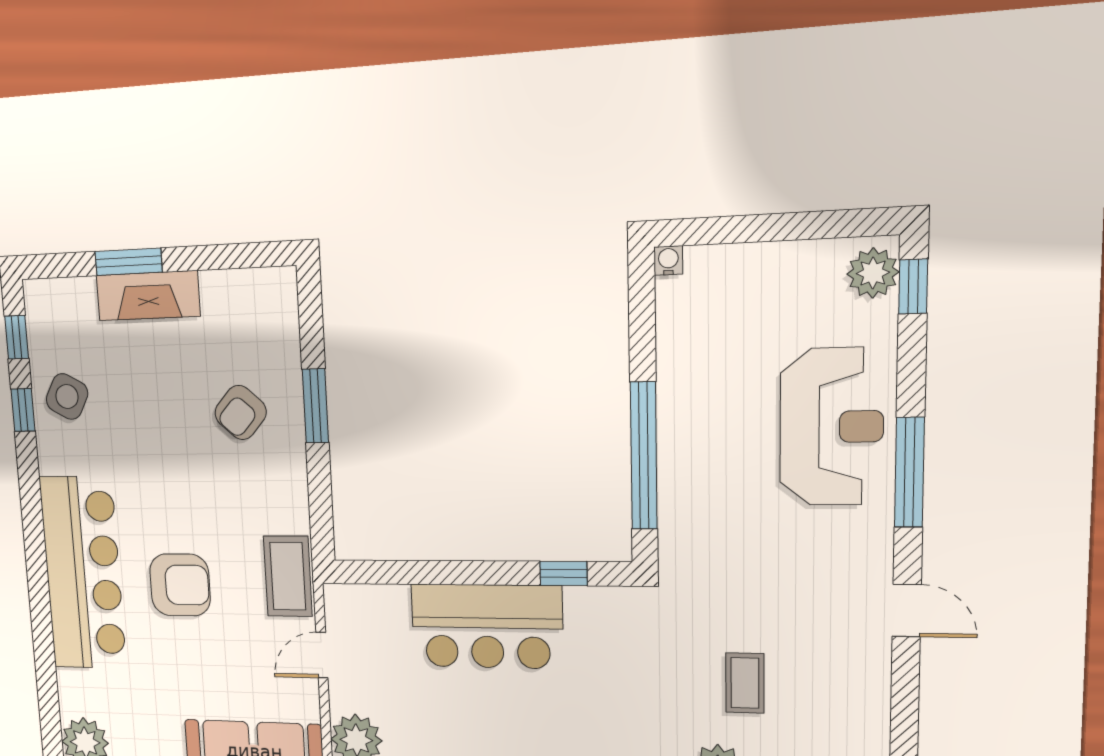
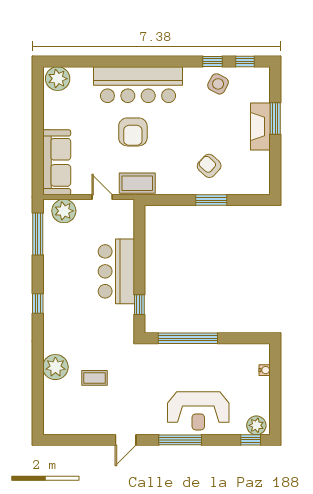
water cooler: (668, 261) -> (265, 370), moved

